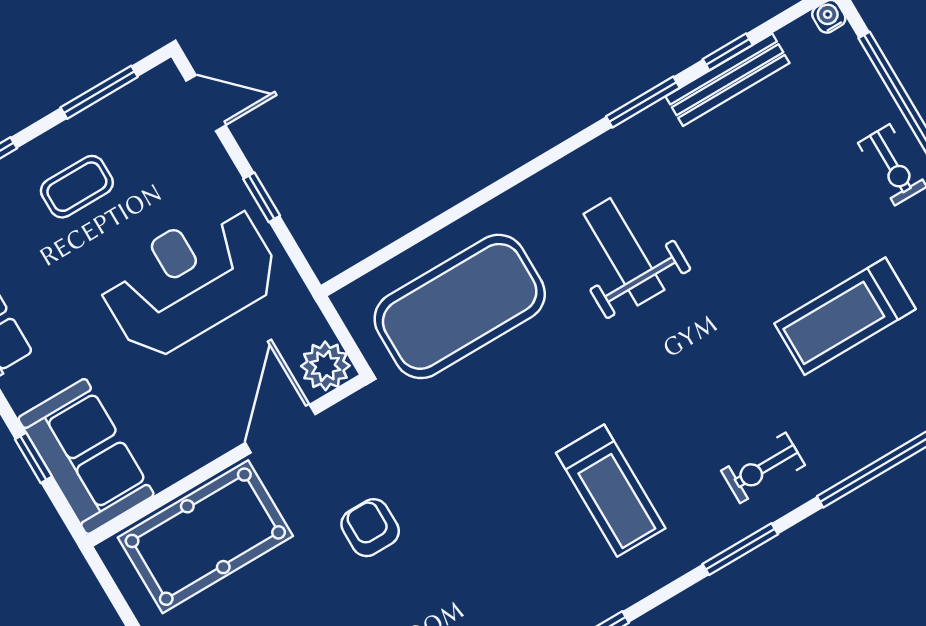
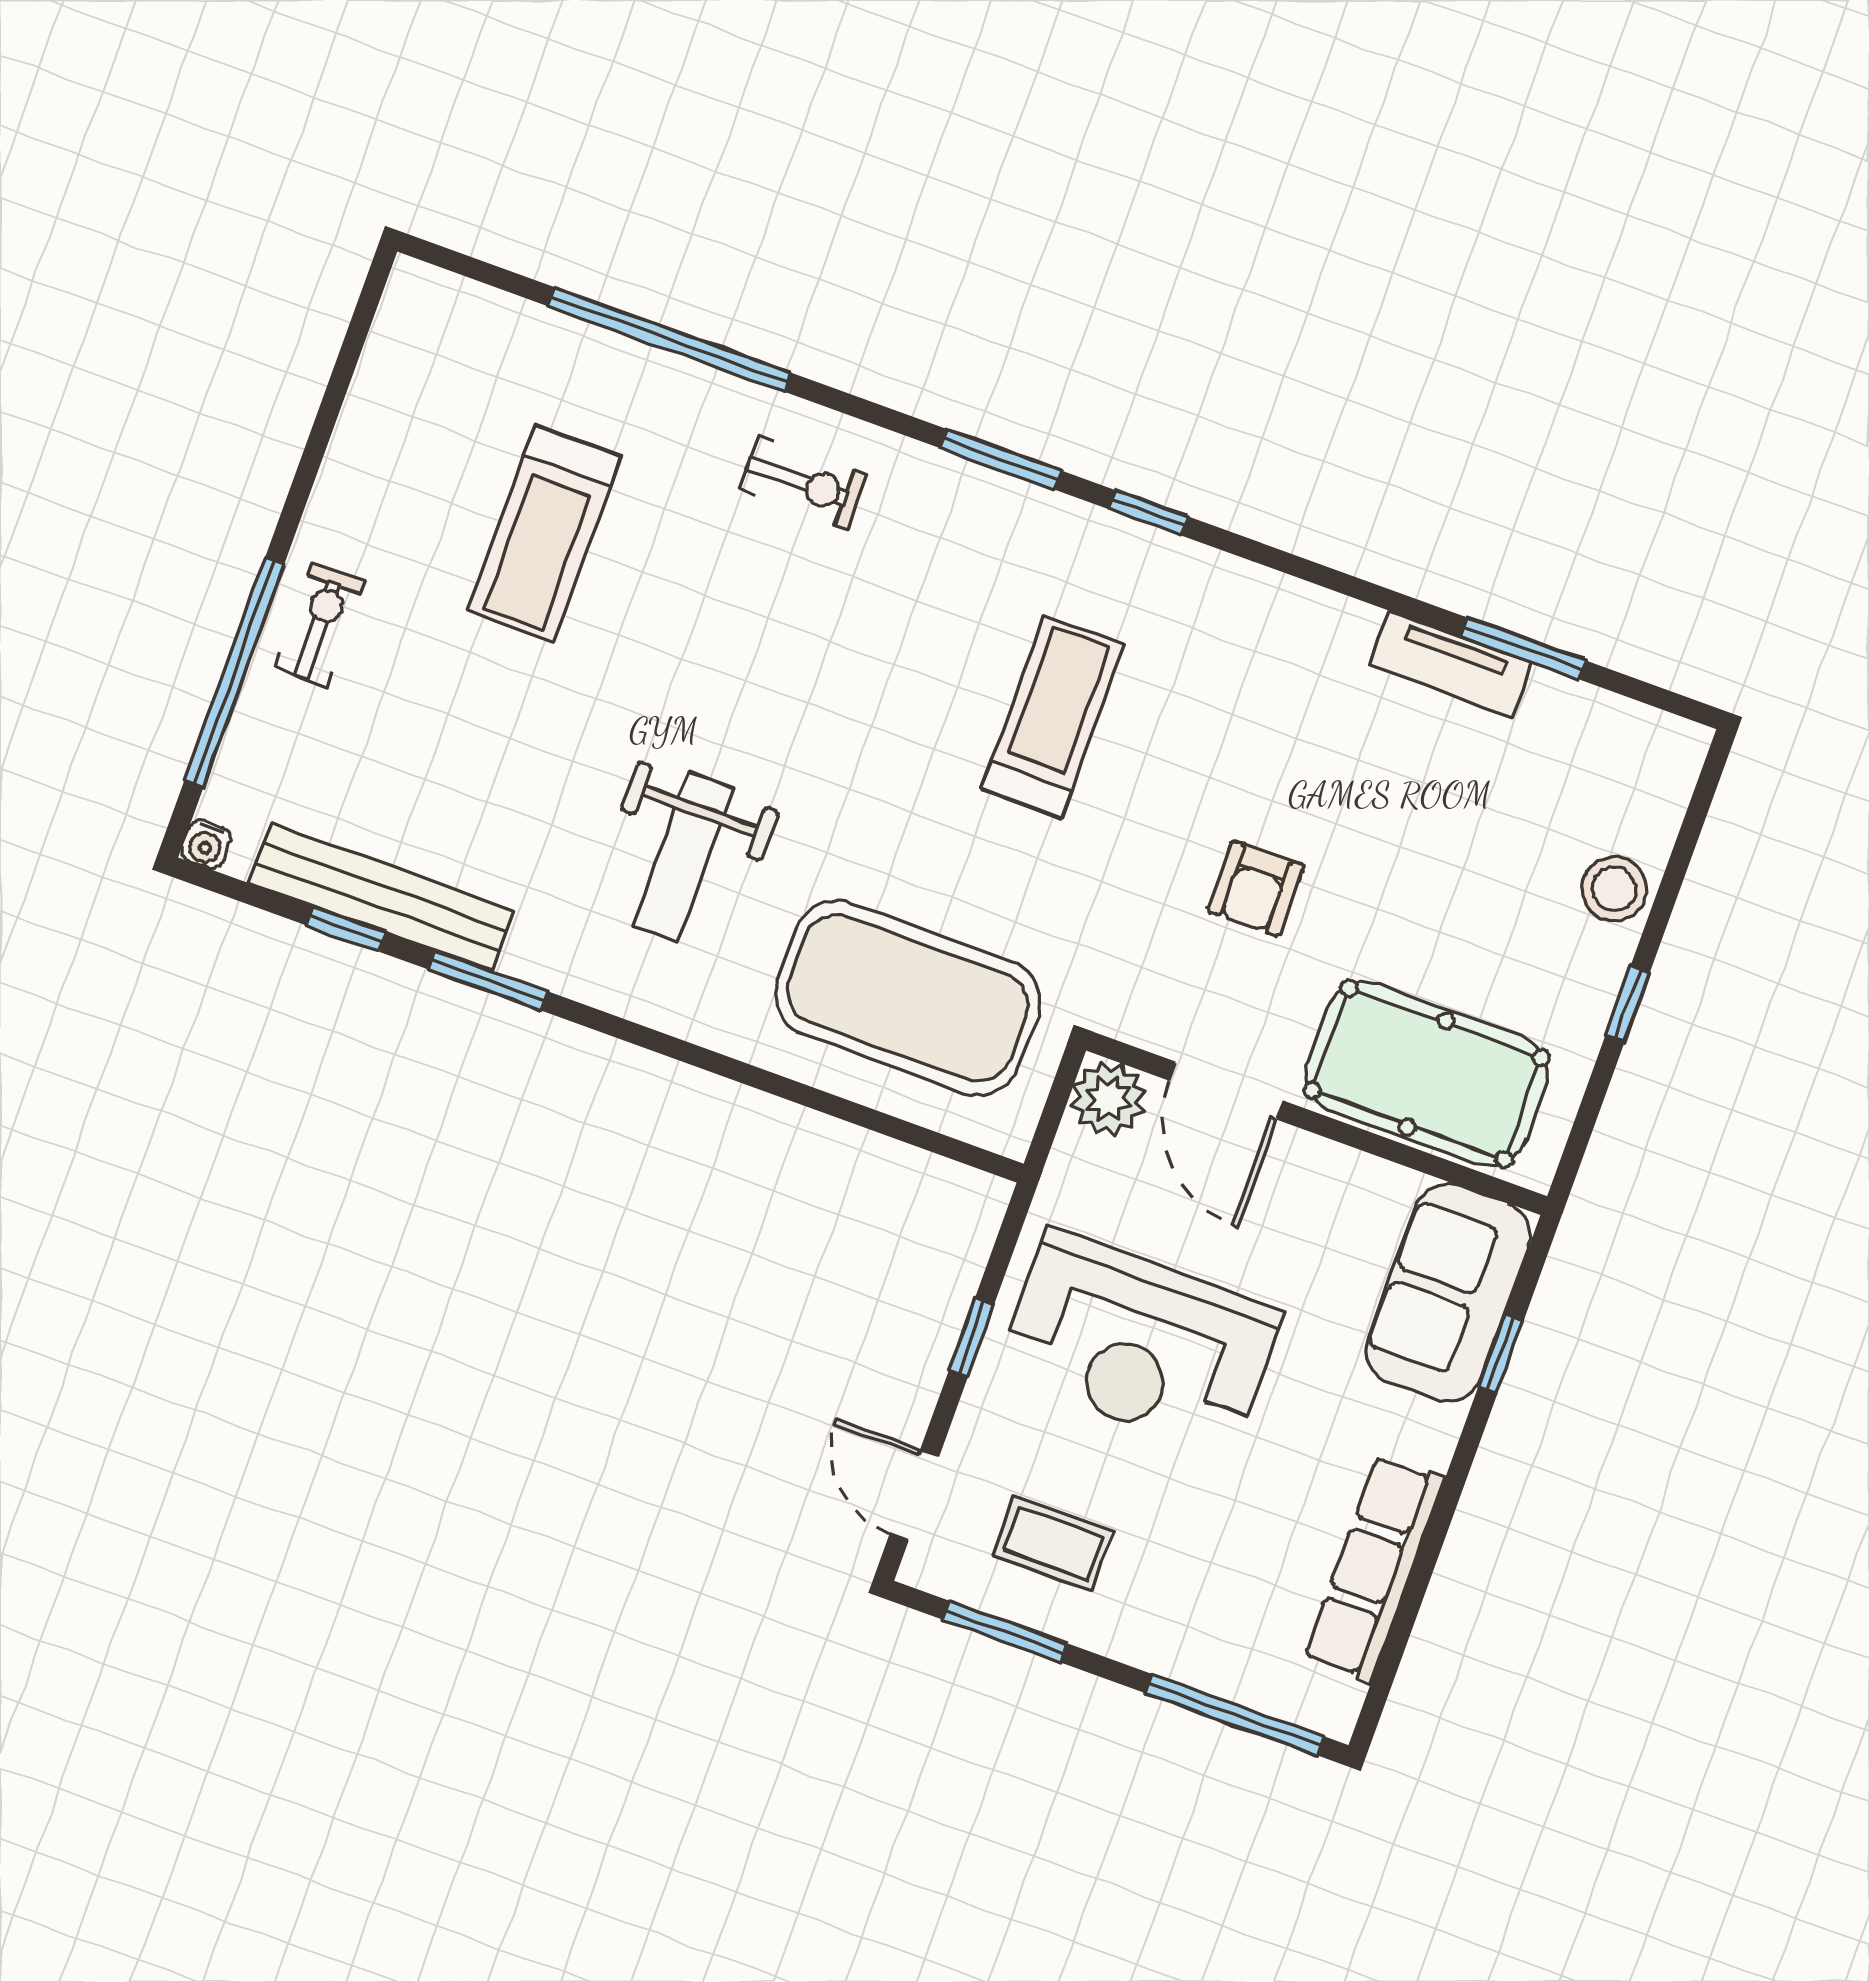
bench: (728, 80) -> (381, 897), width x1.37, depth x1.21
coffee table: (77, 187) -> (1053, 1544), moved
treadmill: (845, 316) -> (544, 533), turned 90
door: (280, 429) -> (1226, 1091), hinge flipped
treadmill: (611, 491) -> (1053, 717), moved
window: (740, 549) -> (1001, 459), moved

